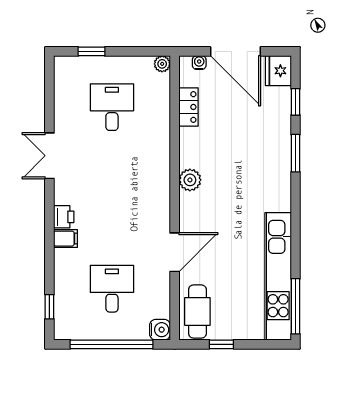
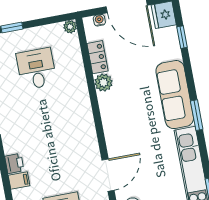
window: (295, 153) -> (197, 115), moved
sofa: (274, 170) -> (175, 95), added
plant: (190, 180) -> (103, 83), moved

